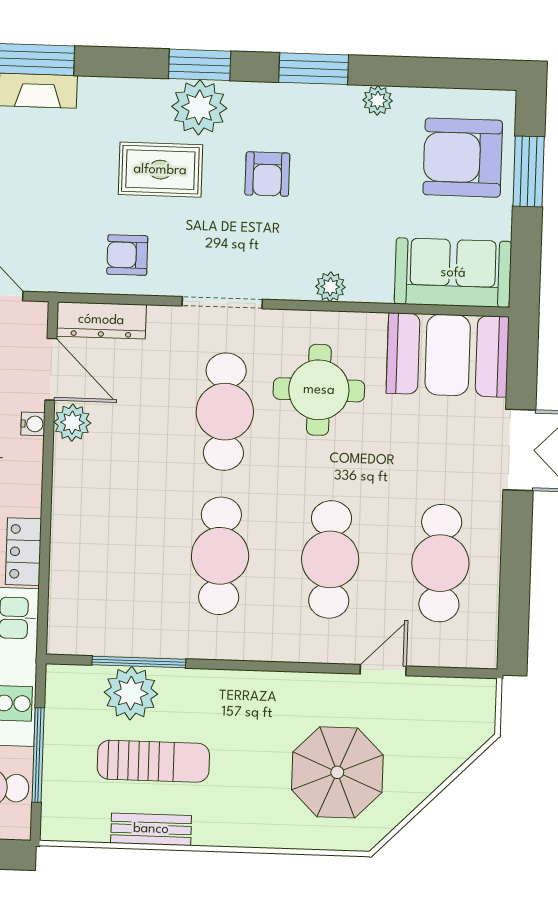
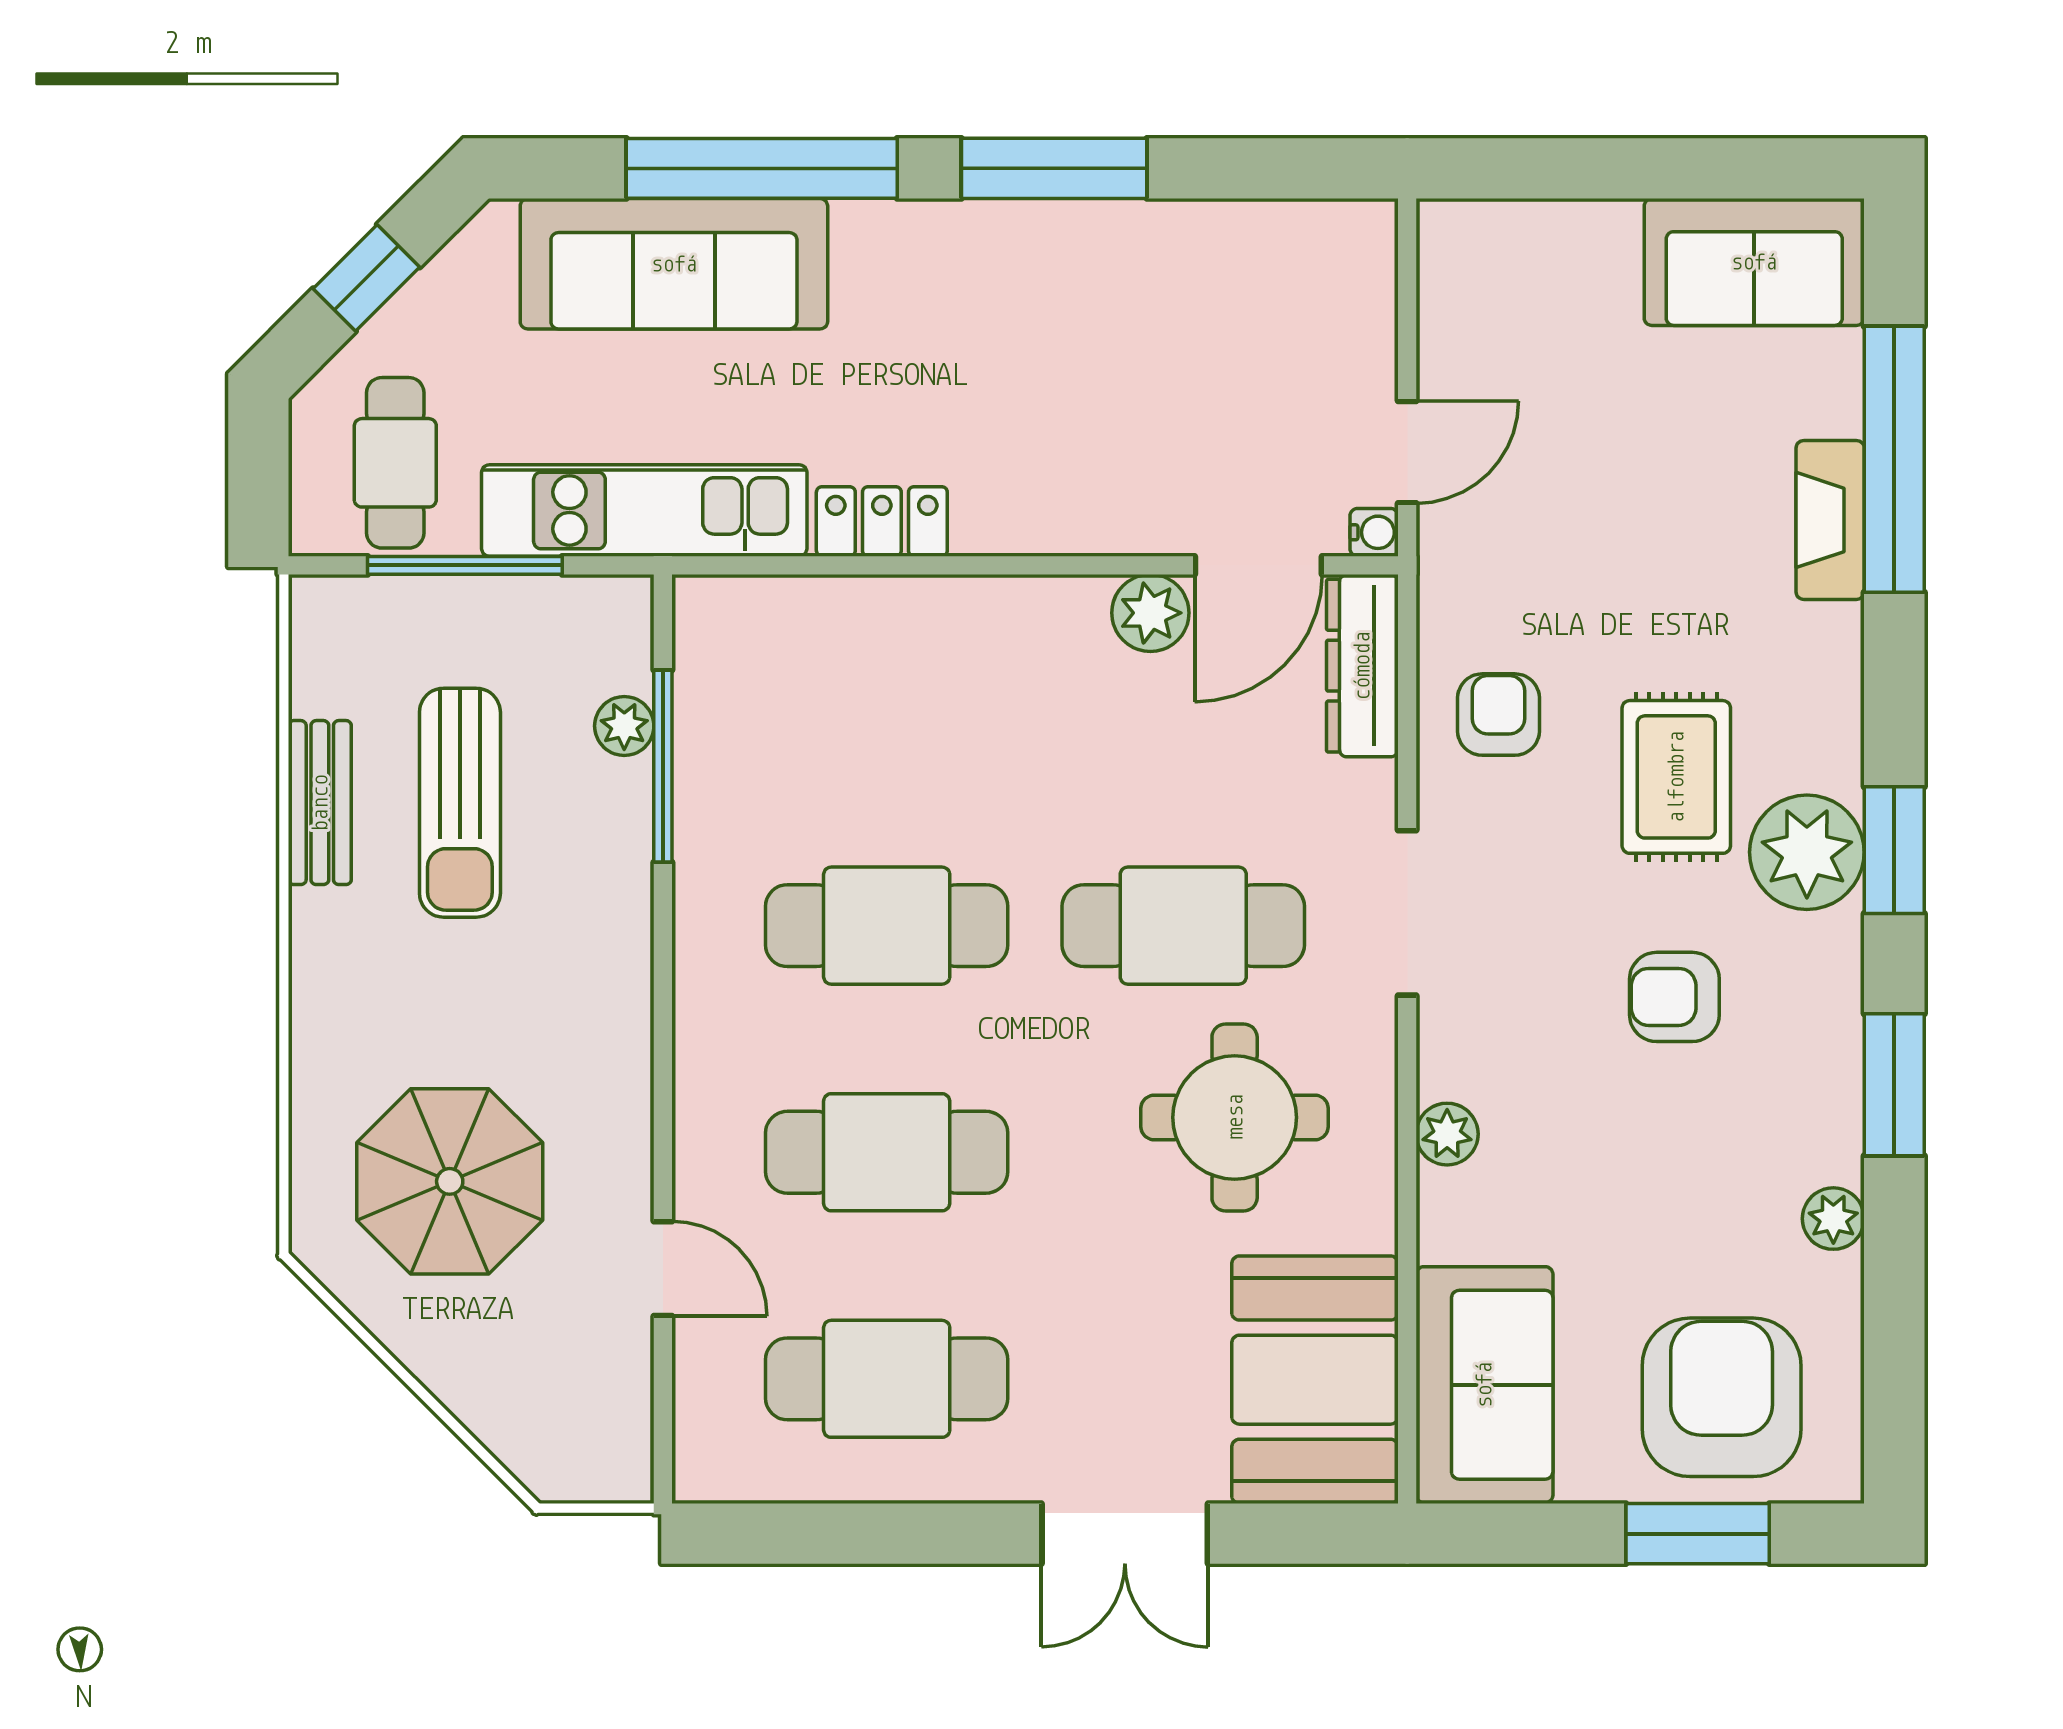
water cooler: (33, 424) -> (1374, 532), moved, turned -90
plant: (131, 693) -> (624, 726), width x0.53, depth x0.53

